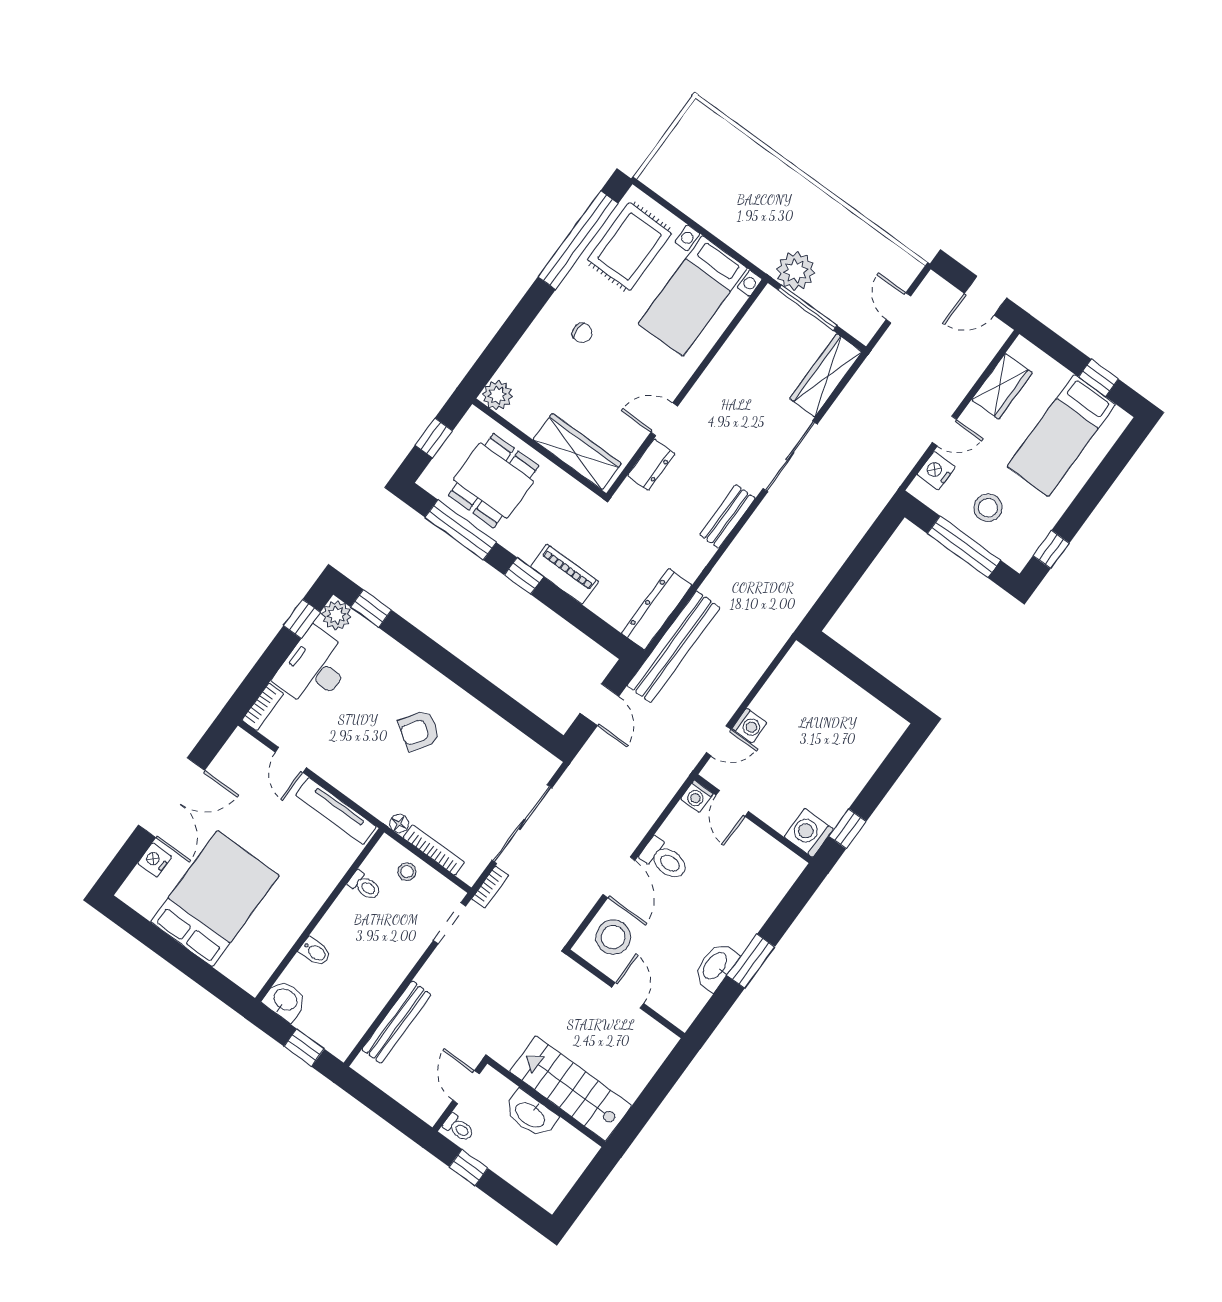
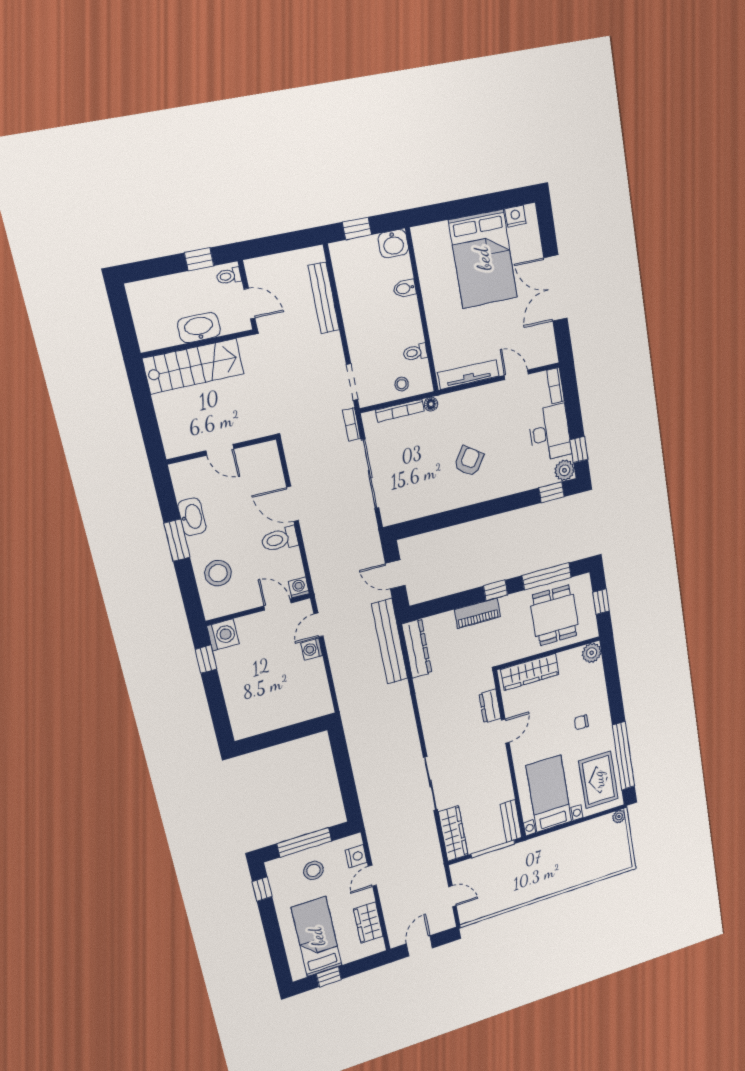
plant: (796, 271) -> (619, 816), moved, width x0.53, depth x0.53
bench: (727, 516) -> (511, 821), moved
nightstand: (154, 860) -> (515, 216), moved, turned -90
stool: (613, 937) -> (218, 573), moved

